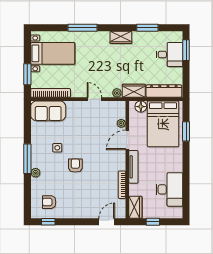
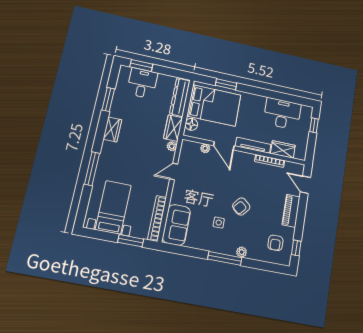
armchair: (75, 165) -> (241, 206), turned -50
wardrobe: (135, 207) -> (283, 149), moved
piano: (80, 212) -> (291, 211), added
window: (153, 222) -> (314, 125), moved

